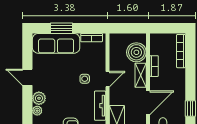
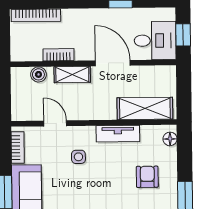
boiler: (136, 52) -> (38, 74), width x0.54, depth x0.54
door: (108, 79) -> (55, 123), moved

